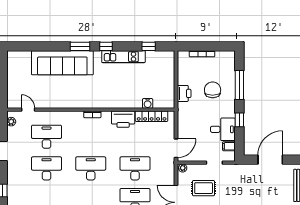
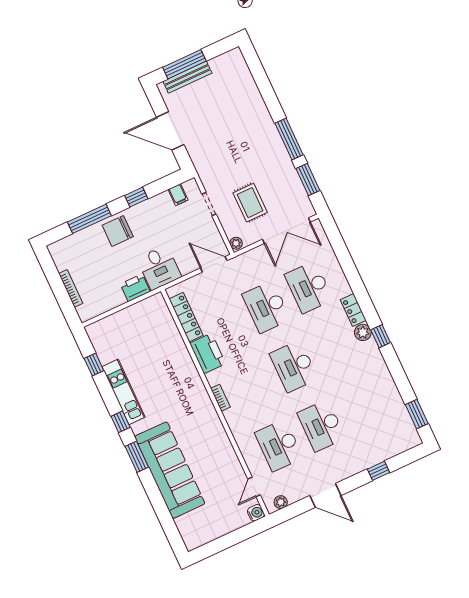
chair: (213, 90) -> (118, 231), moved
water cooler: (148, 103) -> (256, 513), moved
desk: (223, 129) -> (159, 268), moved, turned 180

